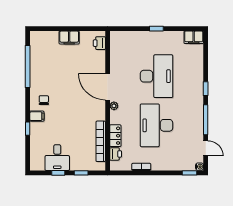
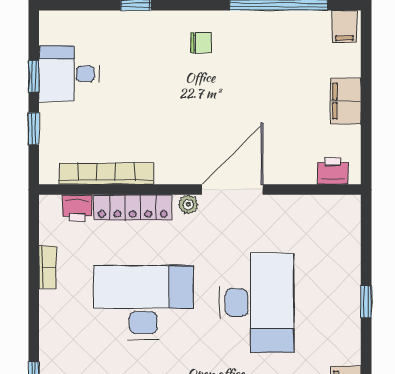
desk: (157, 76) -> (257, 302), turned -90
filing cabinet: (37, 116) -> (344, 27), moved
locker: (115, 136) -> (133, 208), width x1.53

